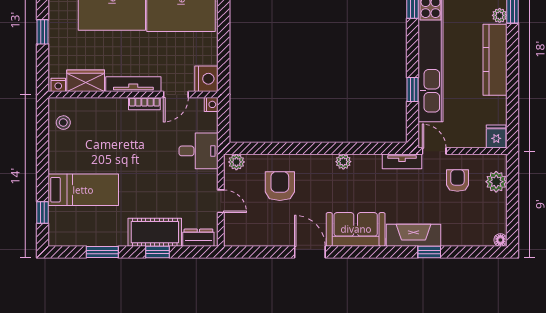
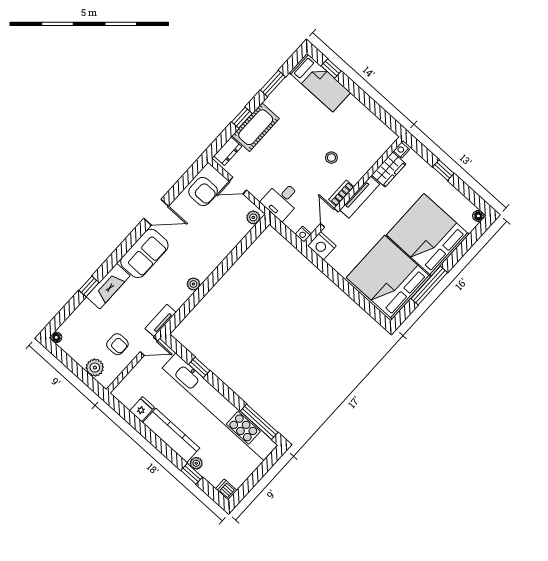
stool: (63, 123) -> (331, 158), moved
fridge: (496, 137) -> (142, 409), moved, turned -90
armchair: (280, 186) -> (203, 192), moved
bed: (83, 190) -> (320, 83), moved, turned -90

